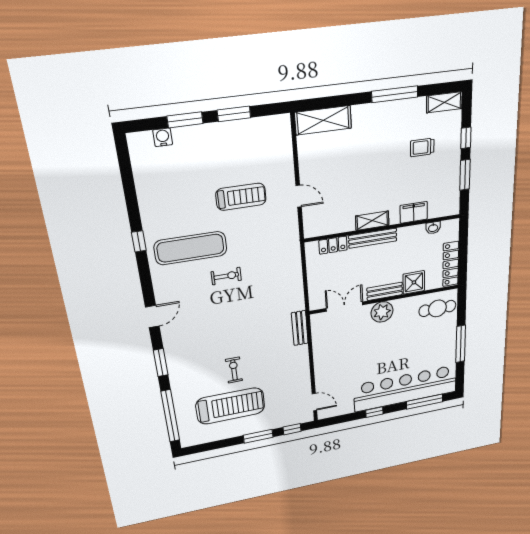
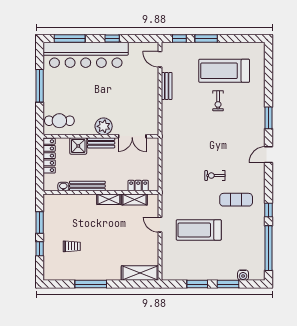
shelving: (444, 102) -> (134, 199), moved
treadmill: (241, 197) -> (199, 230), width x1.37, depth x1.38
filing cabinet: (414, 212) -> (78, 201), removed
bench: (373, 238) -> (87, 186), moved
exercise mat: (191, 248) -> (236, 200), width x0.73, depth x0.69
bench: (300, 328) -> (167, 86), moved
window: (170, 416) -> (268, 248), moved

